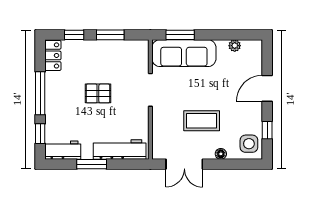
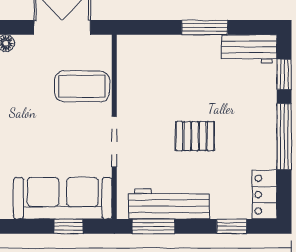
window: (110, 35) -> (153, 226), moved
window: (180, 35) -> (69, 226), width x0.67
coffee table: (202, 121) -> (82, 86), moved
workbench: (120, 150) -> (169, 204), moved, turned 180

